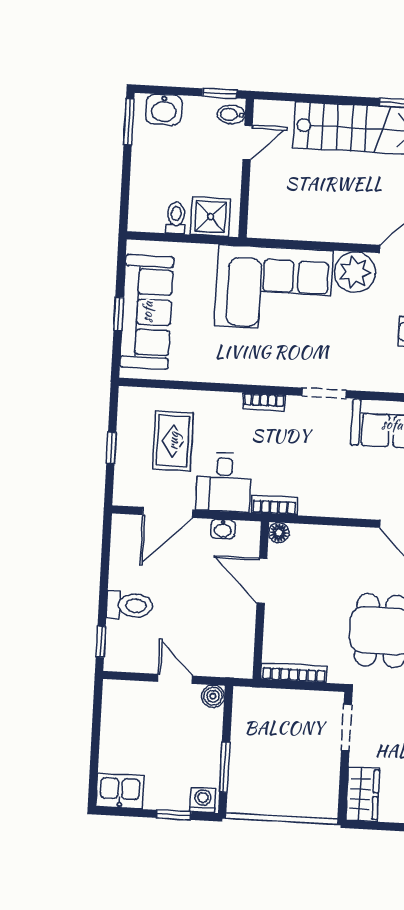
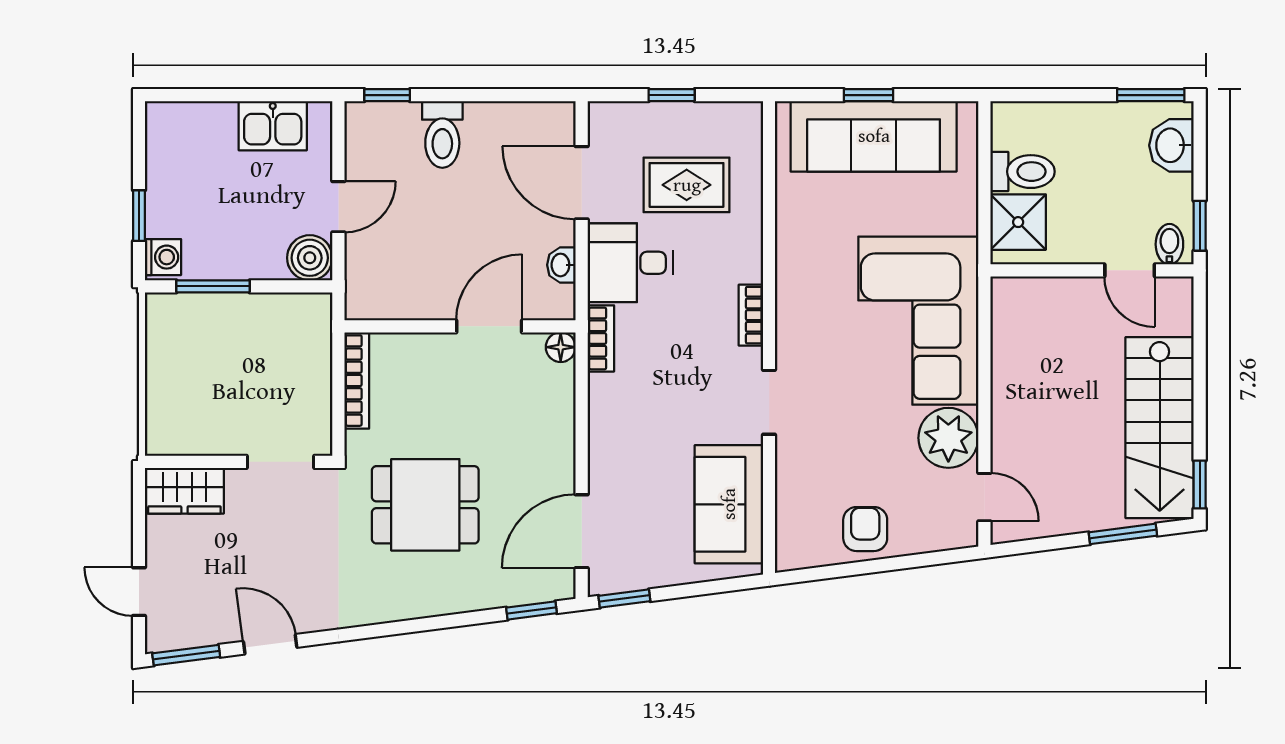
toilet: (176, 218) -> (1022, 172), width x1.37, depth x1.39
boiler: (213, 696) -> (310, 258), width x1.36, depth x1.36
kitchen sink: (120, 791) -> (273, 126), moved, turned 90

